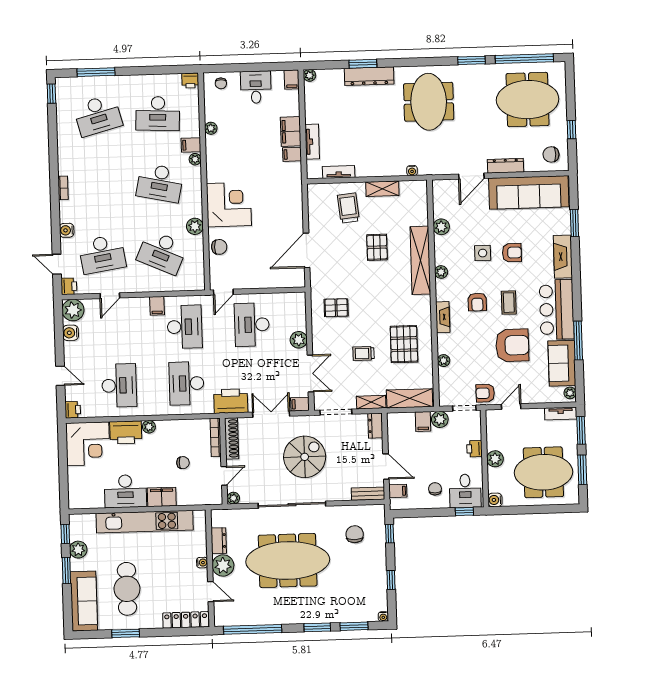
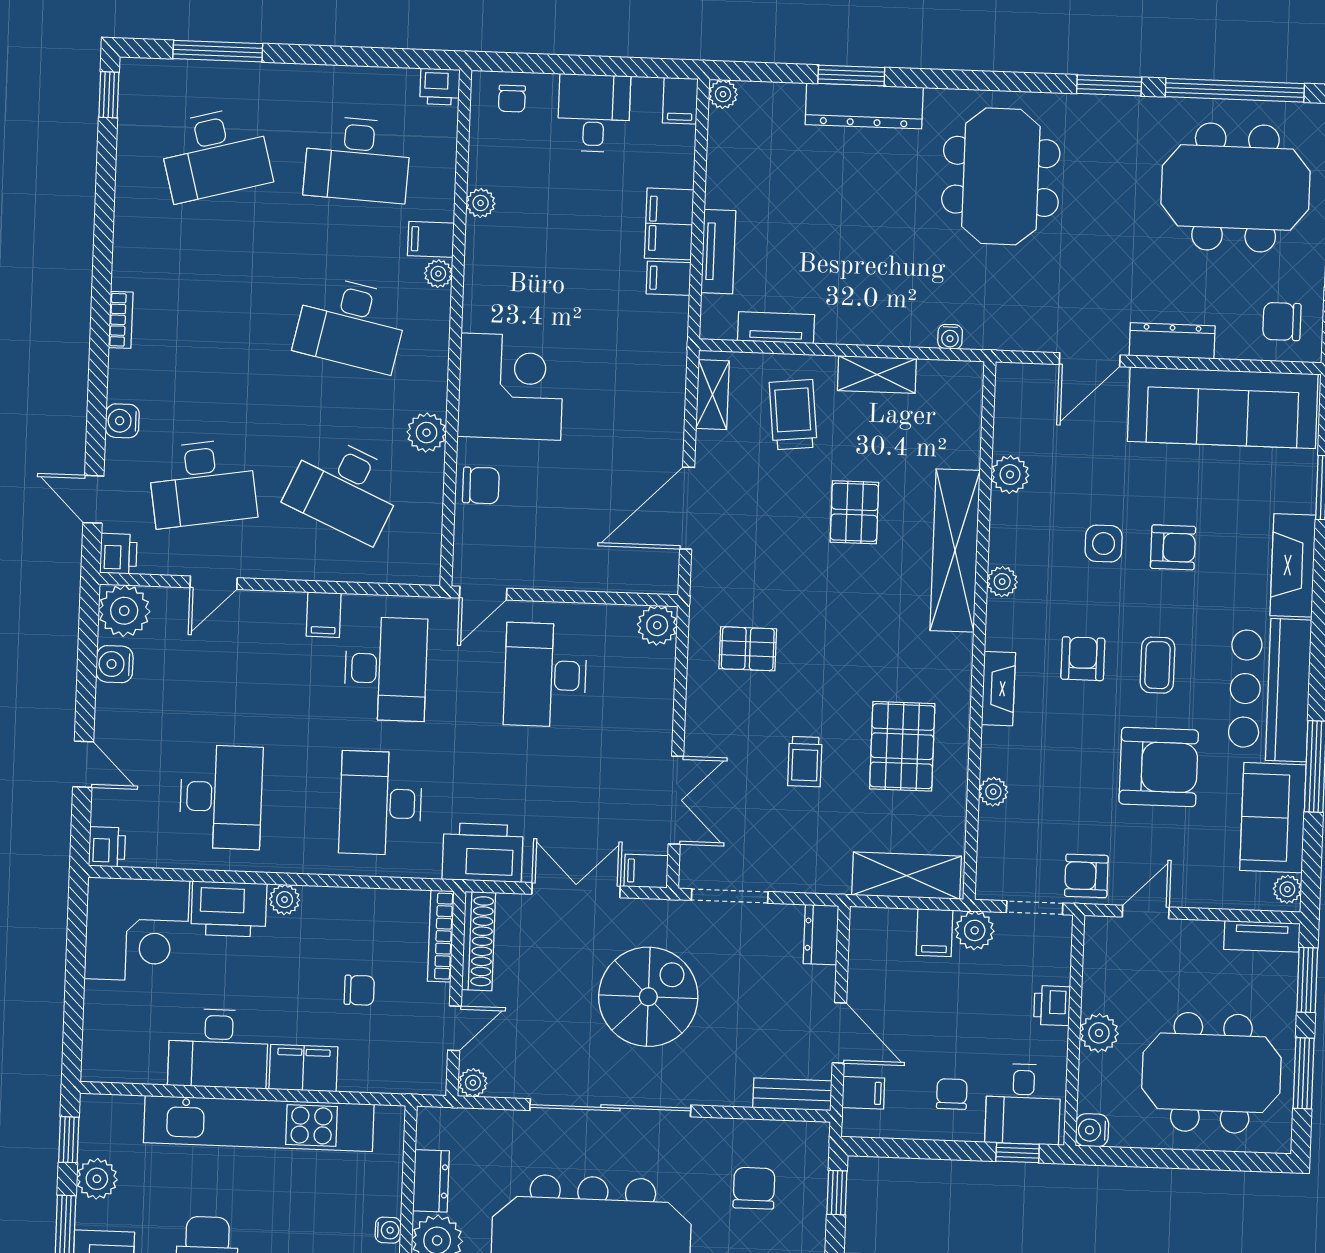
armchair: (477, 302) -> (1083, 659), turned 180
plant: (299, 340) -> (657, 625), moved
trolley: (363, 353) -> (805, 762), turned -90
shelving: (371, 402) -> (712, 395), moved, turned 90

